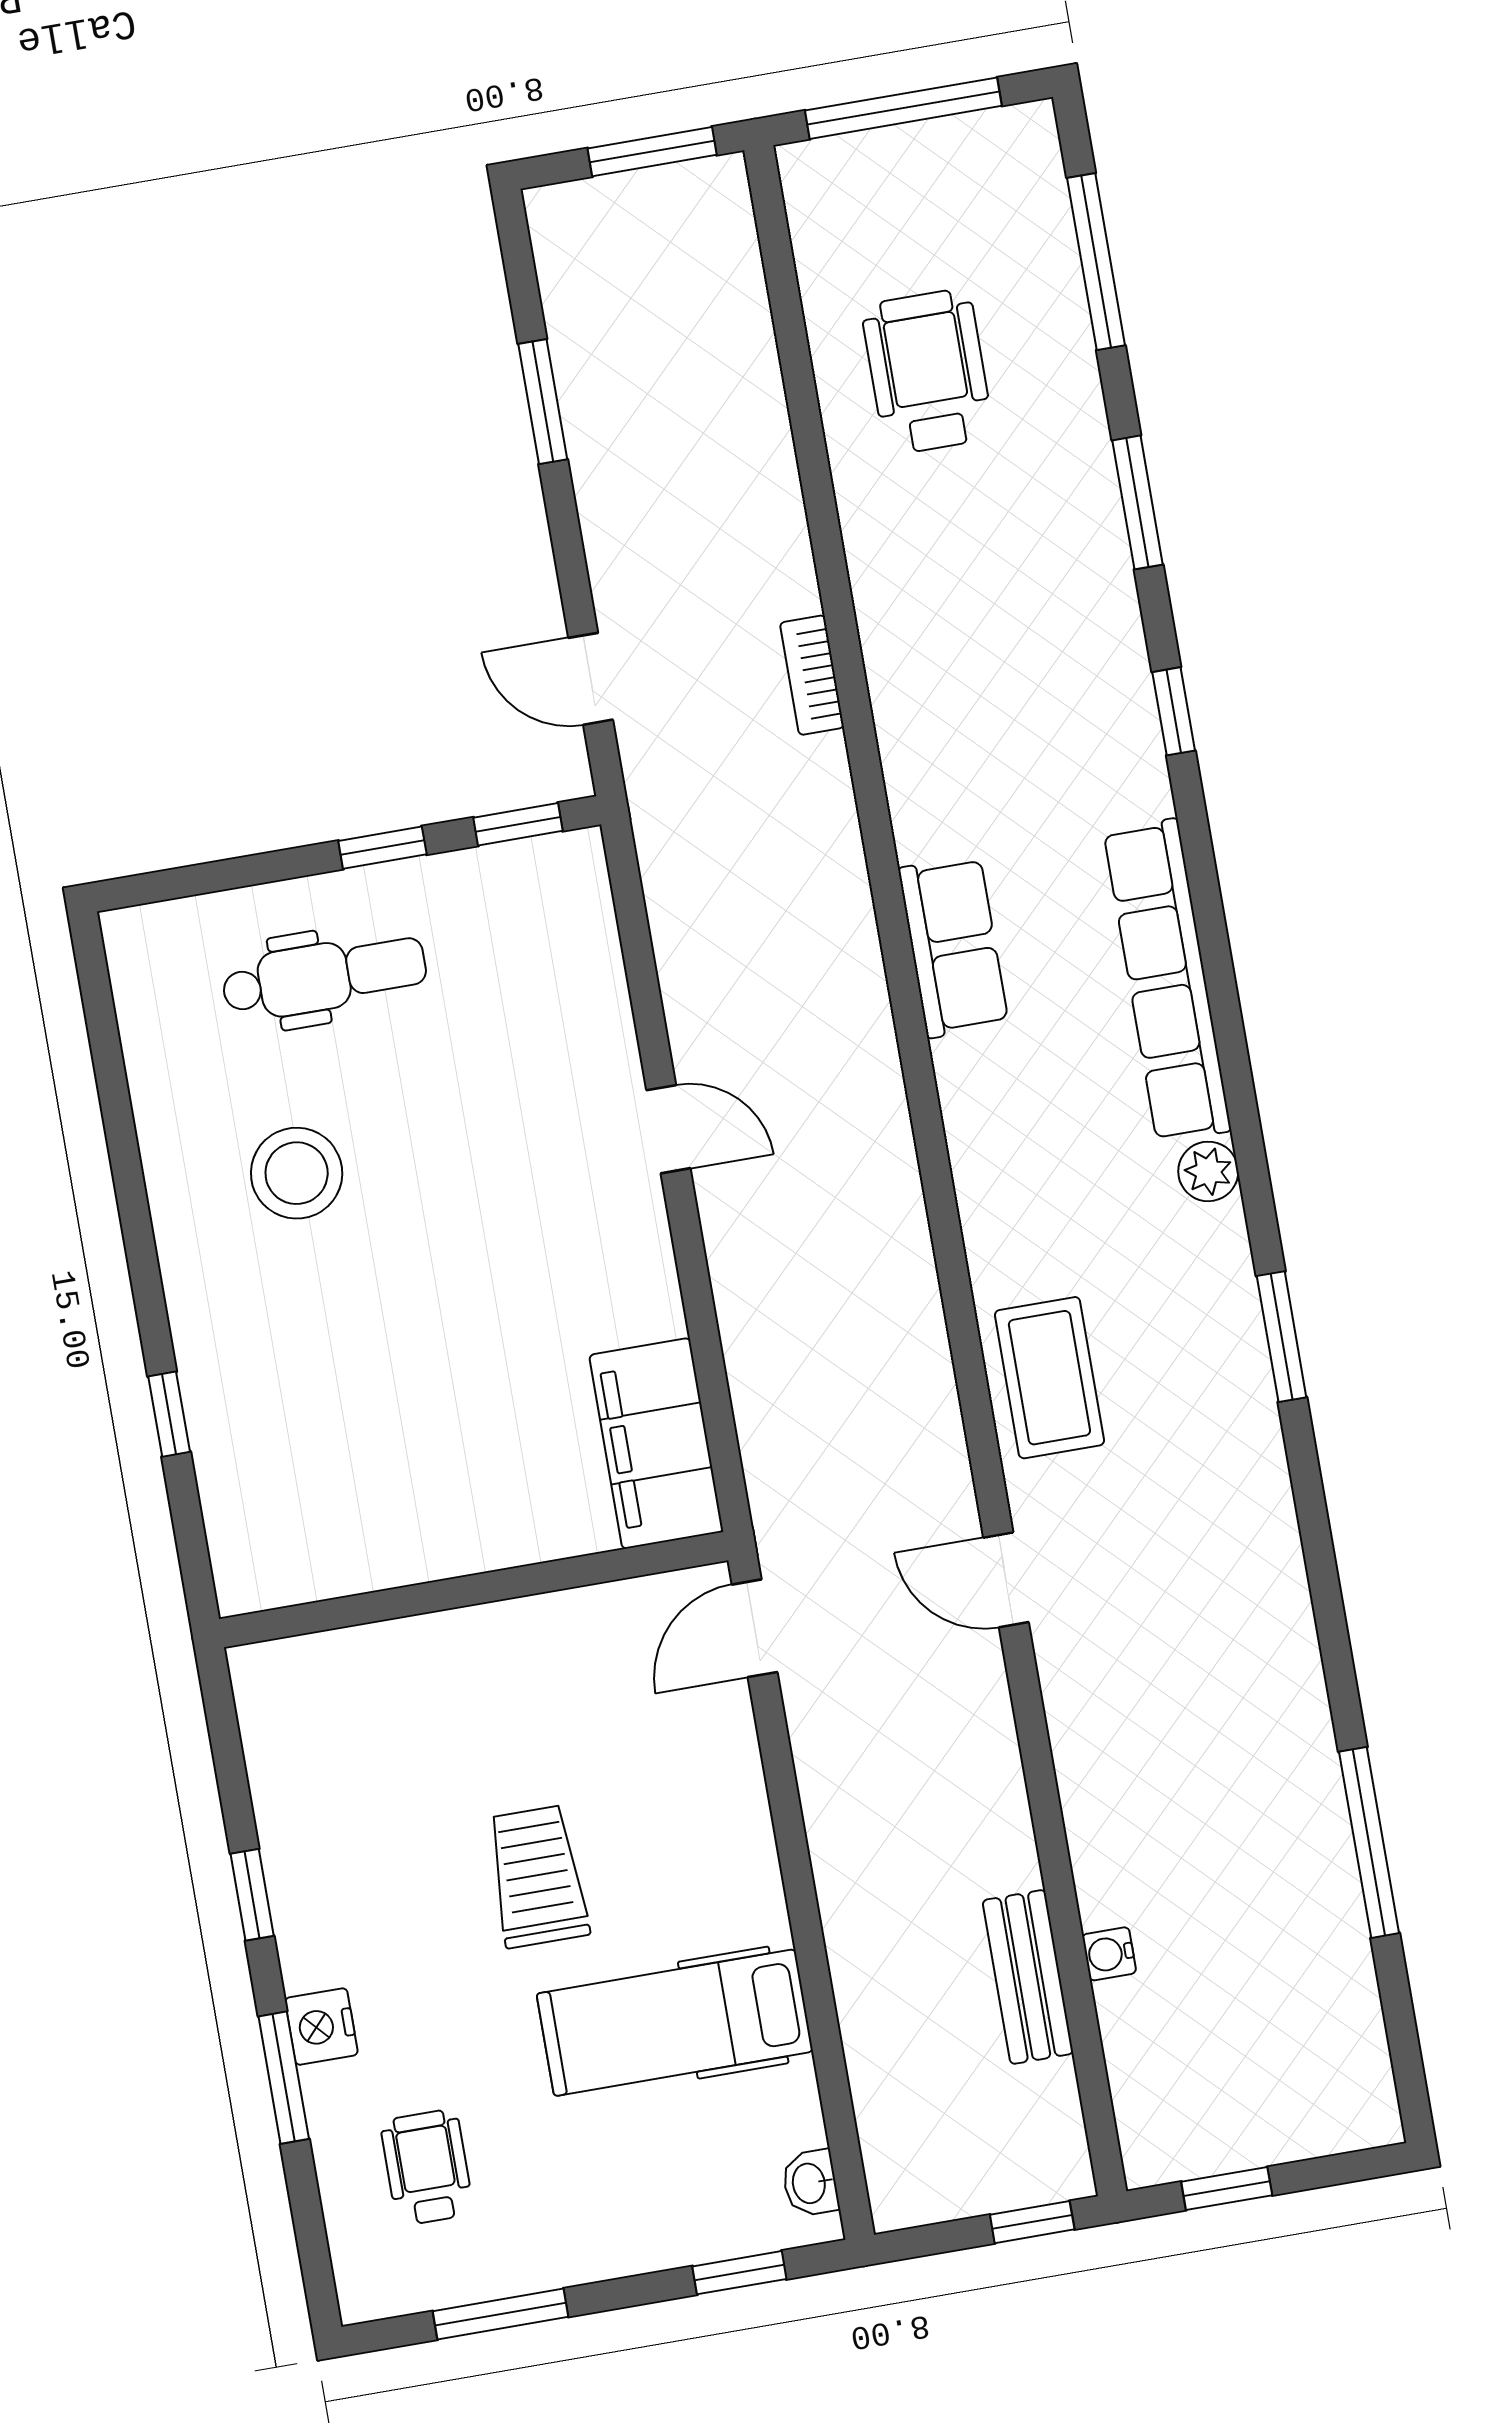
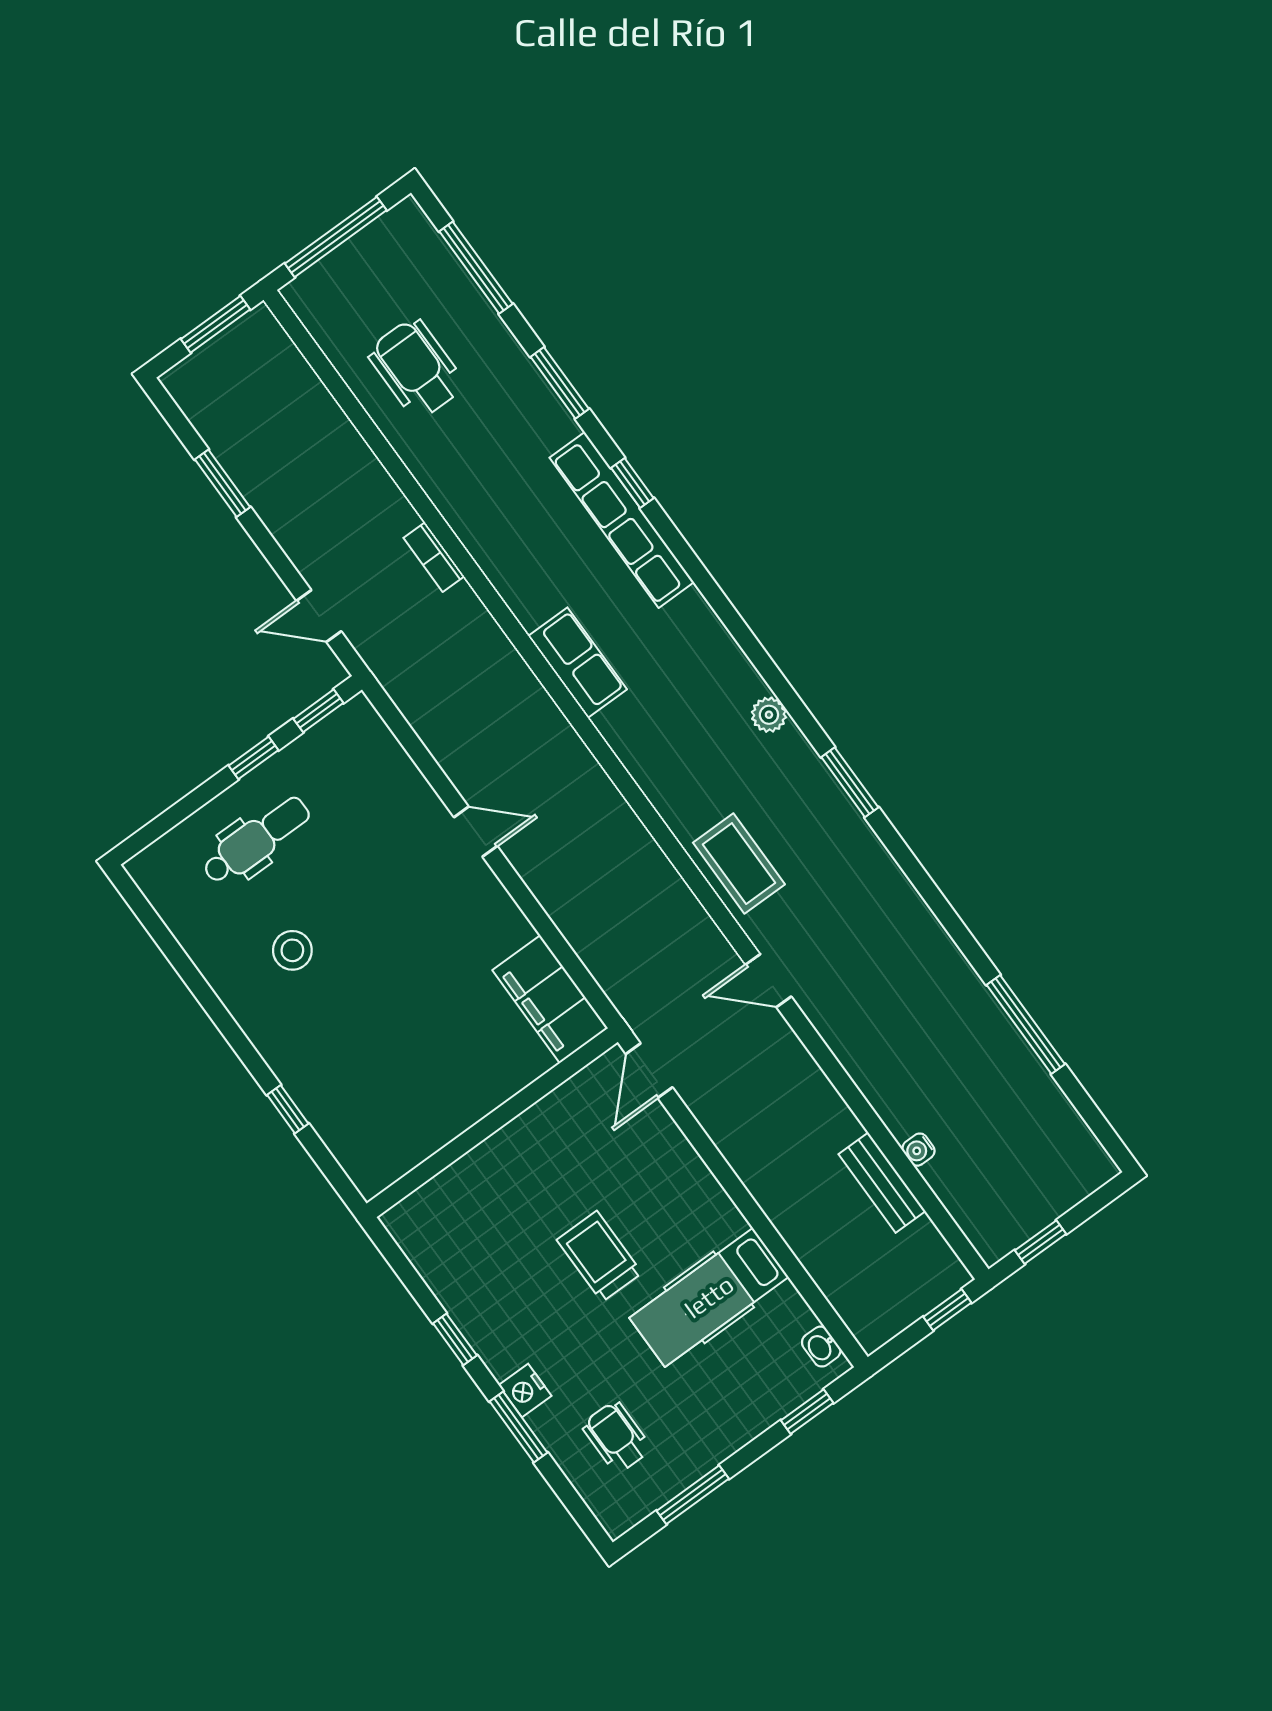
row of seats: (1167, 981) -> (622, 520), moved
stool: (297, 1173) -> (292, 950), width x0.73, depth x0.73

